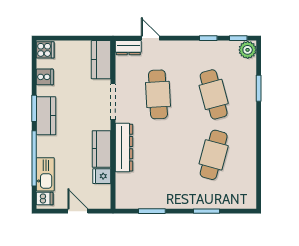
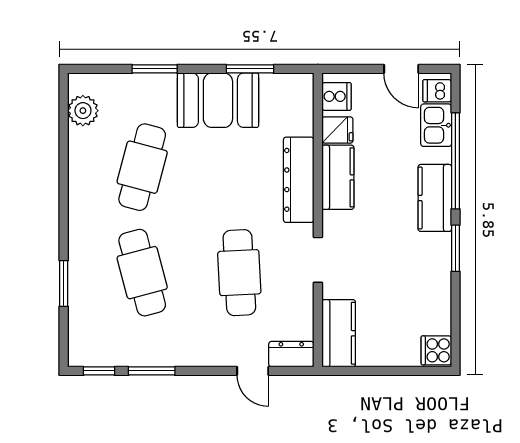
window: (208, 38) -> (152, 371), width x1.50
plant: (248, 50) -> (83, 111), moved
cooker: (45, 77) -> (336, 96), moved, turned 180
doorway: (113, 102) -> (318, 260), width x0.73
kitchen counter: (46, 116) -> (435, 198), moved
kitchen sink: (45, 174) -> (436, 125), width x0.73
booth: (170, 193) -> (218, 100), added
door: (78, 211) -> (401, 69), moved

